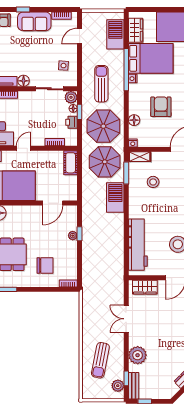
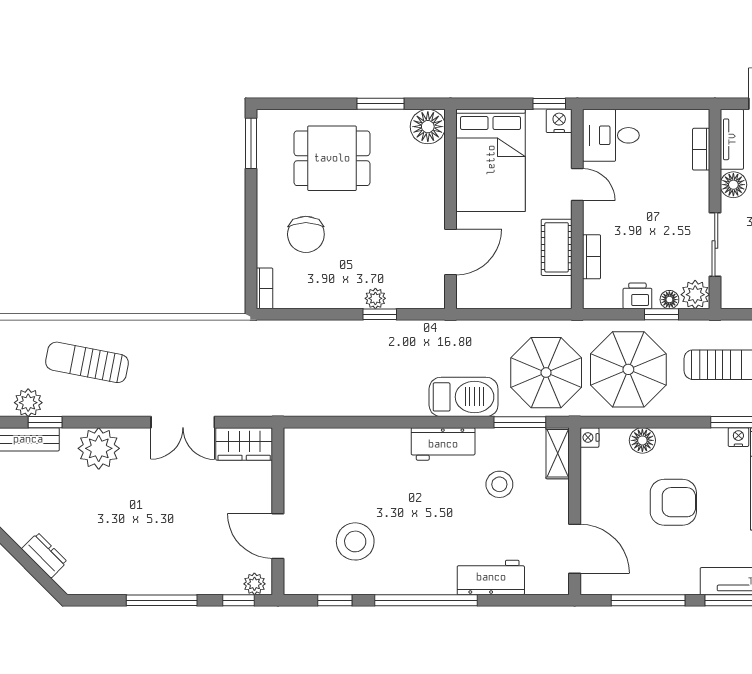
cot: (71, 163) -> (557, 247), moved, turned 90
door: (53, 203) -> (451, 252), swing flipped
workbench: (138, 245) -> (443, 444), moved, width x0.53, depth x0.76
wardrobe: (145, 287) -> (244, 444), moved, turned -90
double door: (126, 319) -> (183, 422), swing flipped

